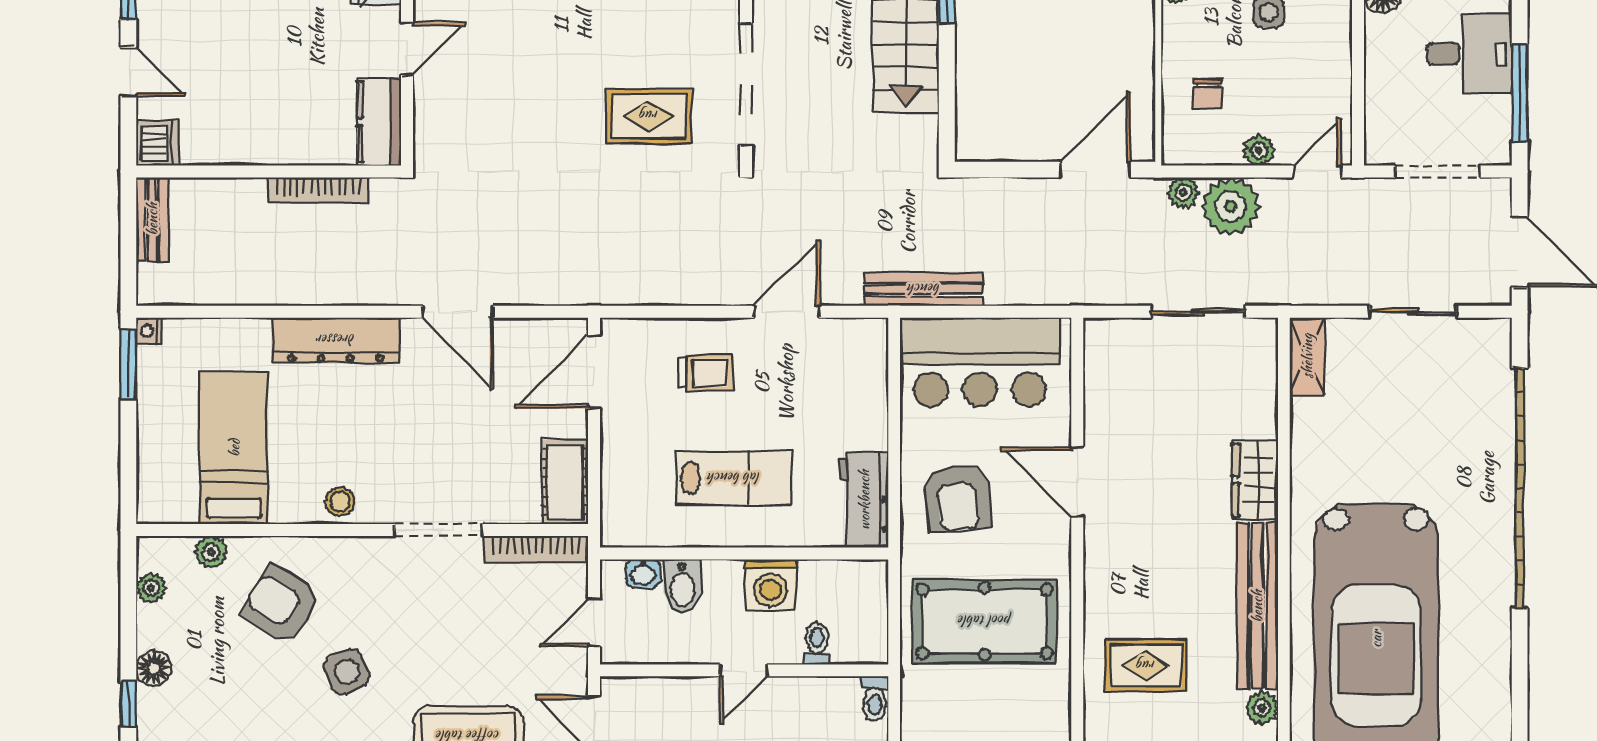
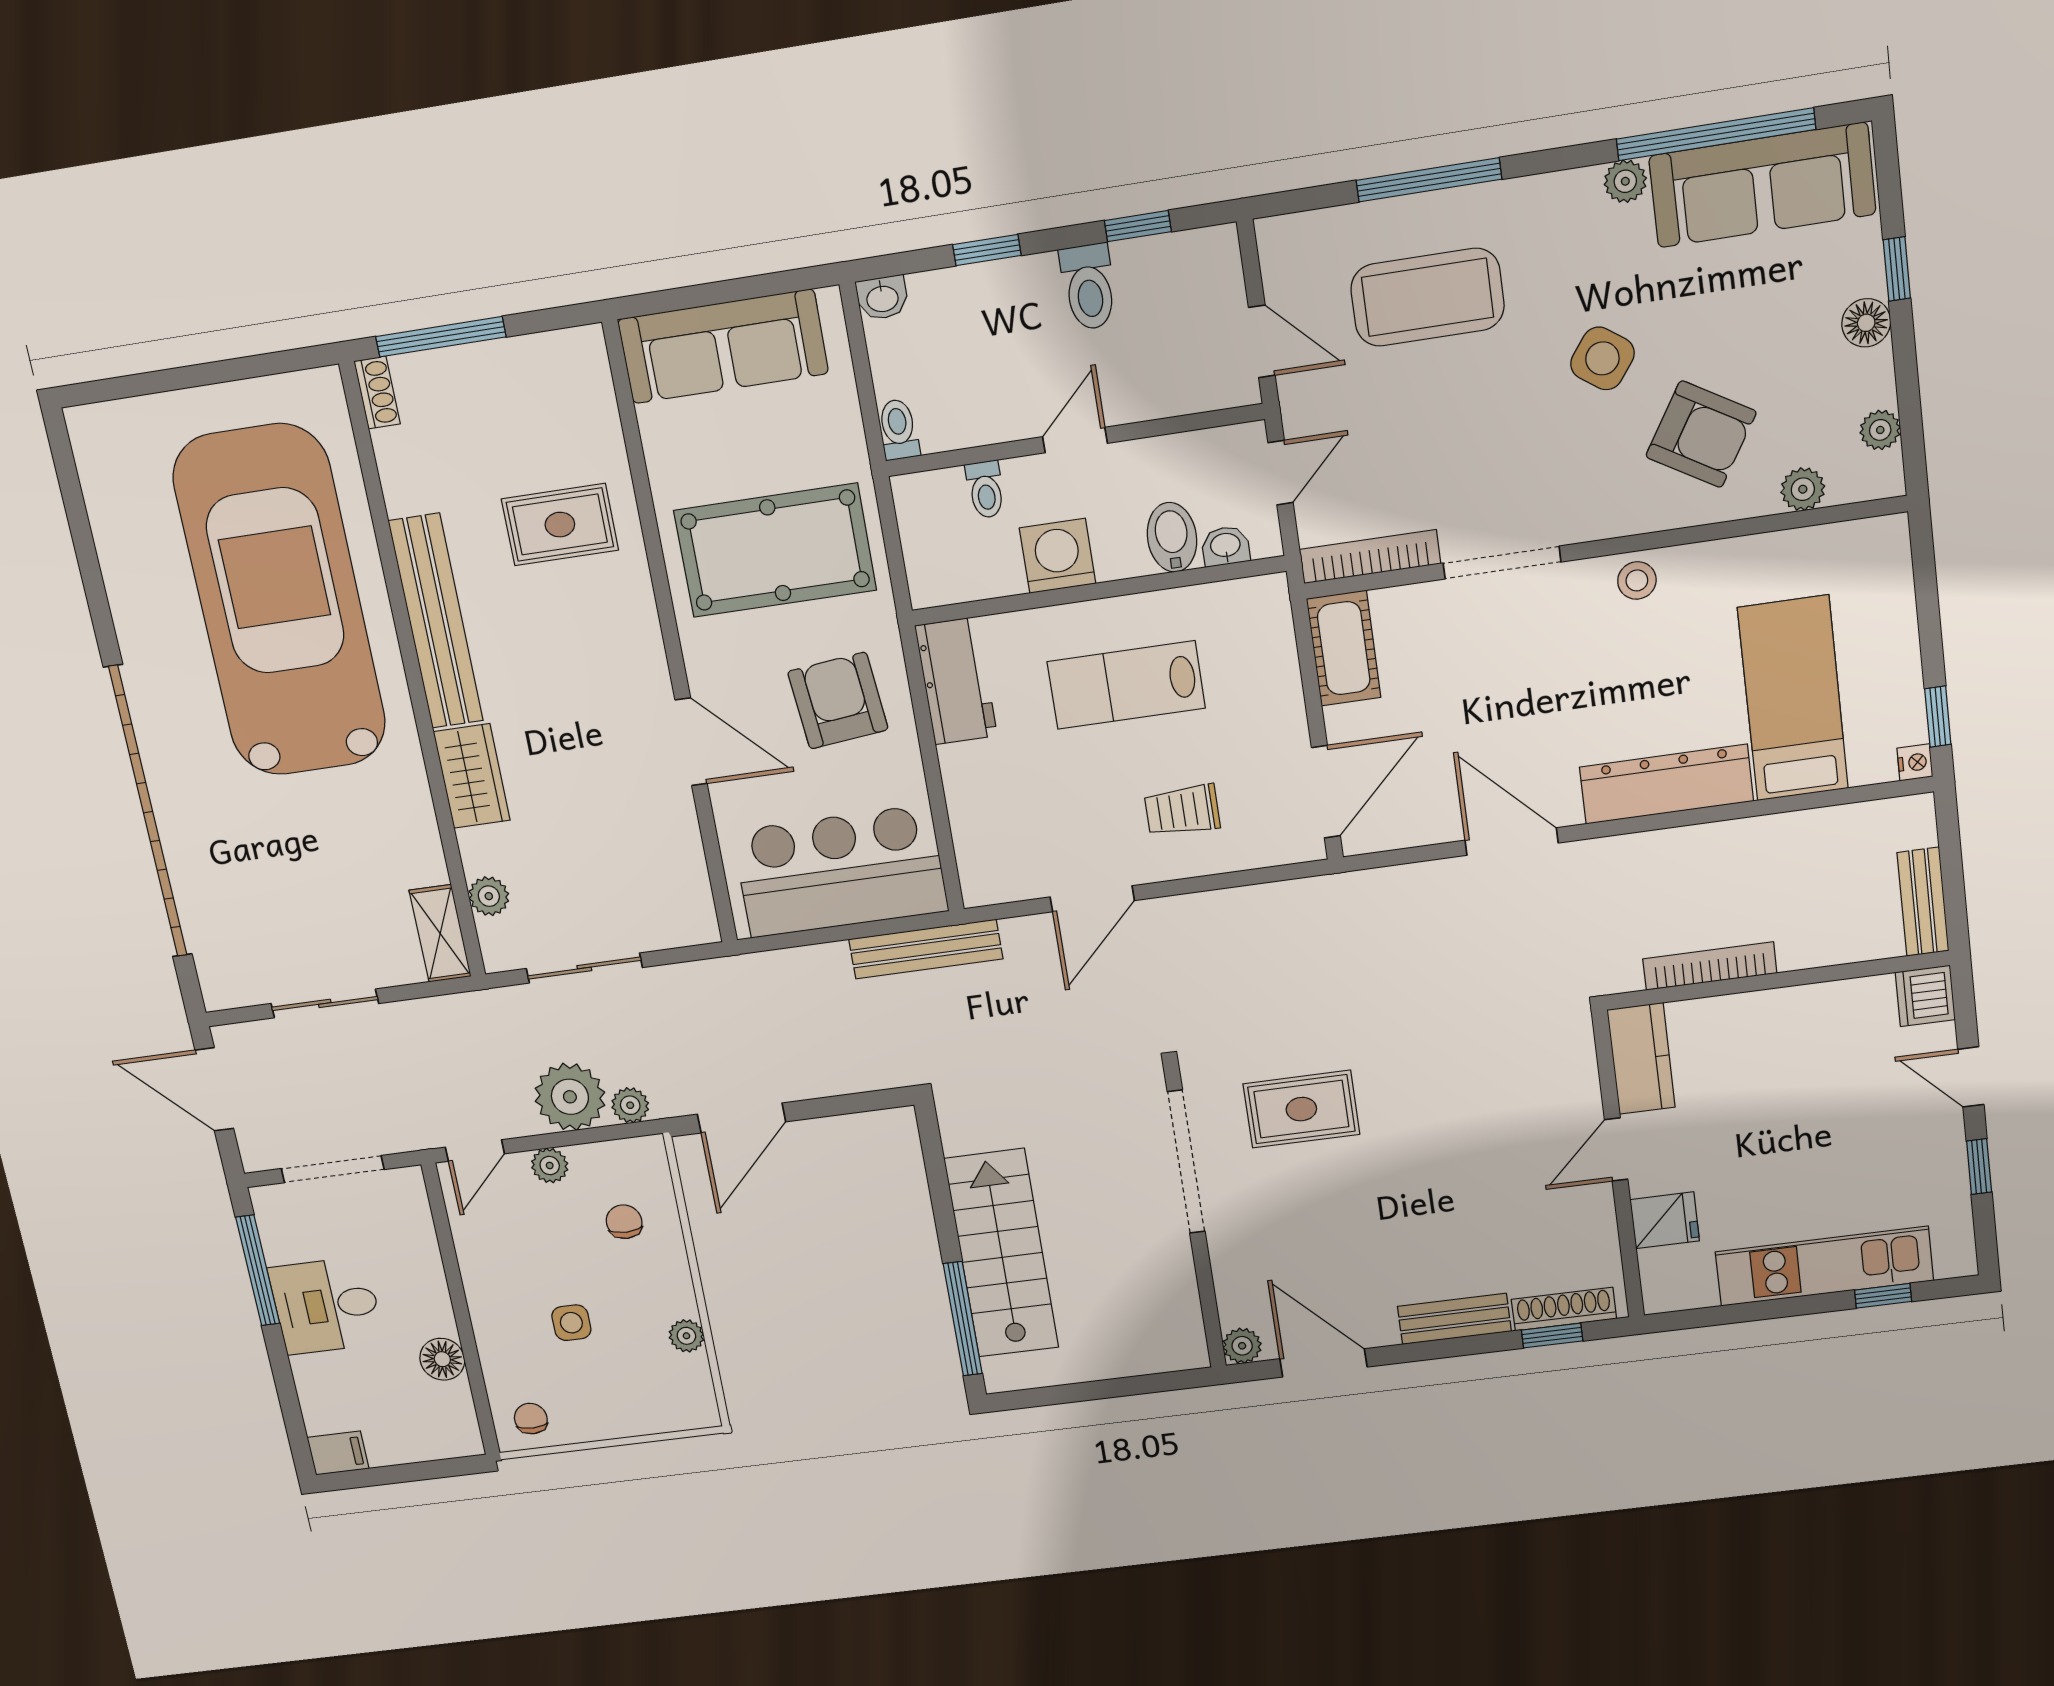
window: (128, 364) -> (1938, 717), width x0.67
bed: (234, 448) -> (1793, 698), moved, turned 180
side table: (347, 671) -> (1602, 358), turned -30
plant: (1262, 708) -> (489, 896), moved

